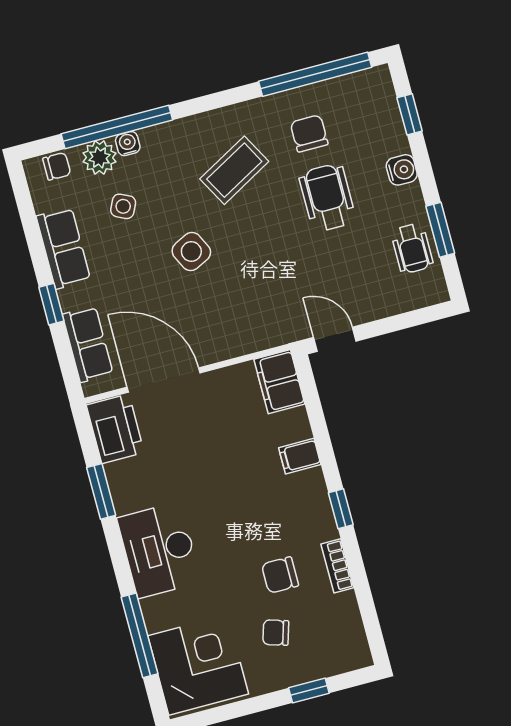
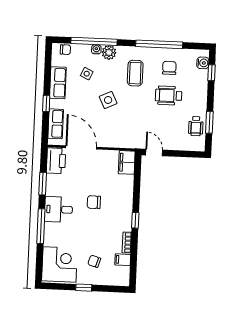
window: (315, 74) -> (159, 44), moved
plant: (99, 157) -> (109, 53), moved
coffee table: (234, 170) -> (135, 73), turned -61
water cooler: (402, 170) -> (203, 63), moved
wheelchair: (327, 198) -> (169, 95), turned -90
filing cabinet: (300, 456) -> (123, 260), moved
desk: (159, 550) -> (58, 209), width x0.73
chair: (280, 575) -> (94, 202), moved
window: (139, 635) -> (41, 226), moved
window: (309, 690) -> (84, 288), moved

